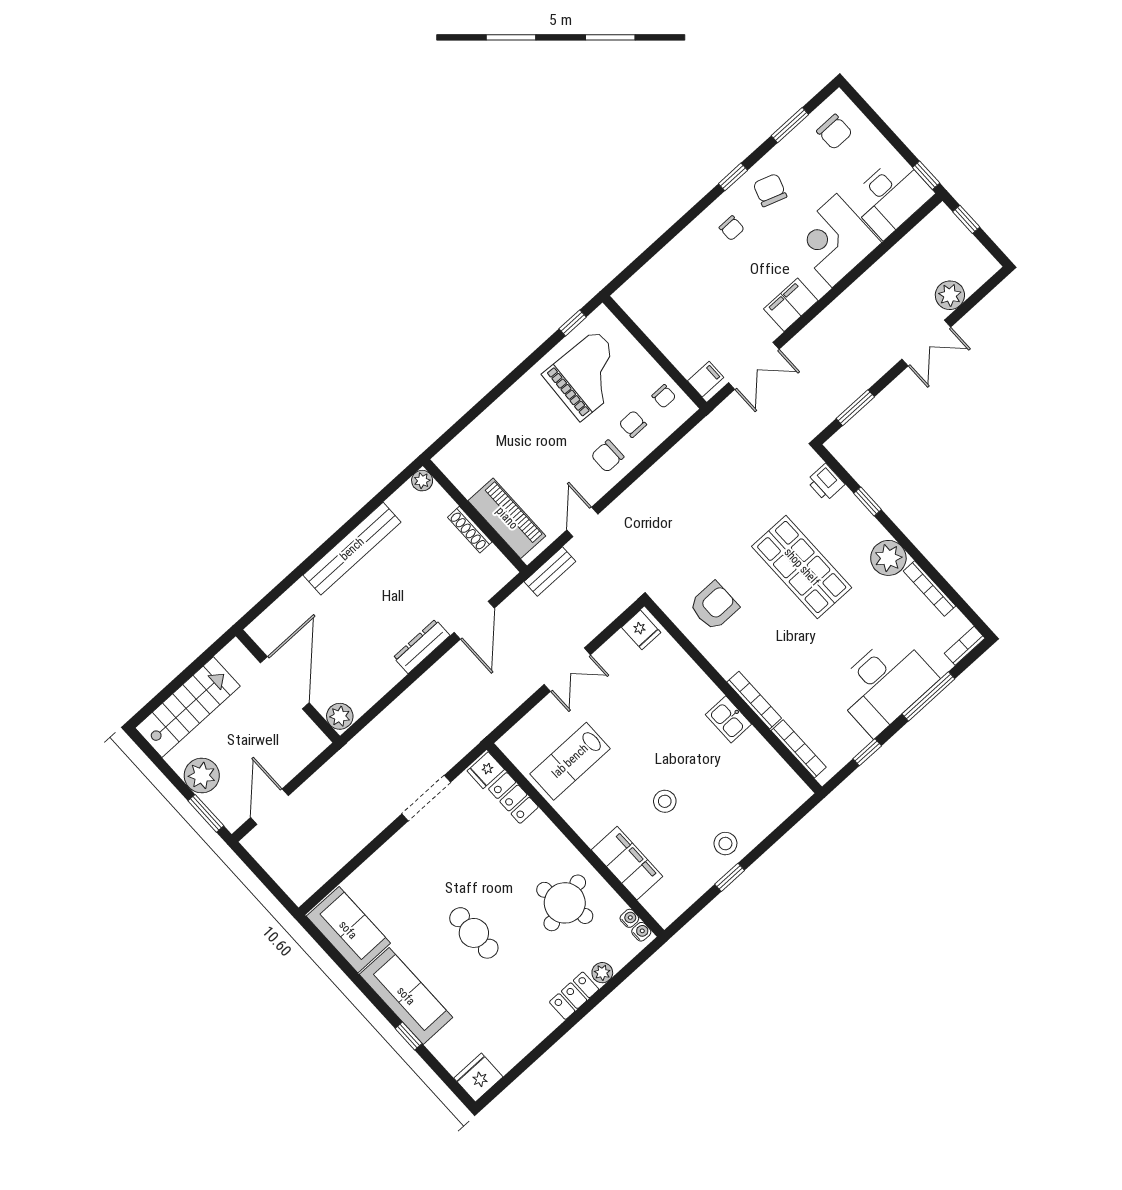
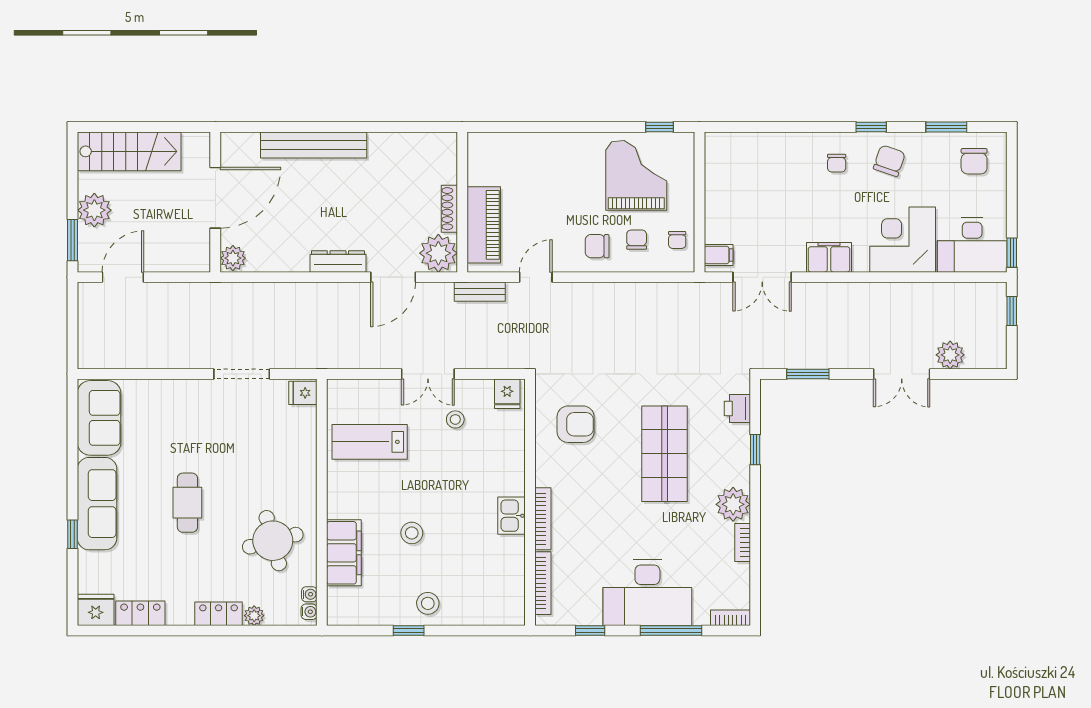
grand piano: (588, 376) -> (636, 175), turned -93
plant: (422, 481) -> (438, 253), moved, width x1.87, depth x1.87
bench: (352, 549) -> (314, 145), moved
bookcase: (929, 589) -> (743, 543), width x0.64
stool: (619, 685) -> (455, 419), added
locker: (513, 798) -> (140, 613), moved, turned 90

